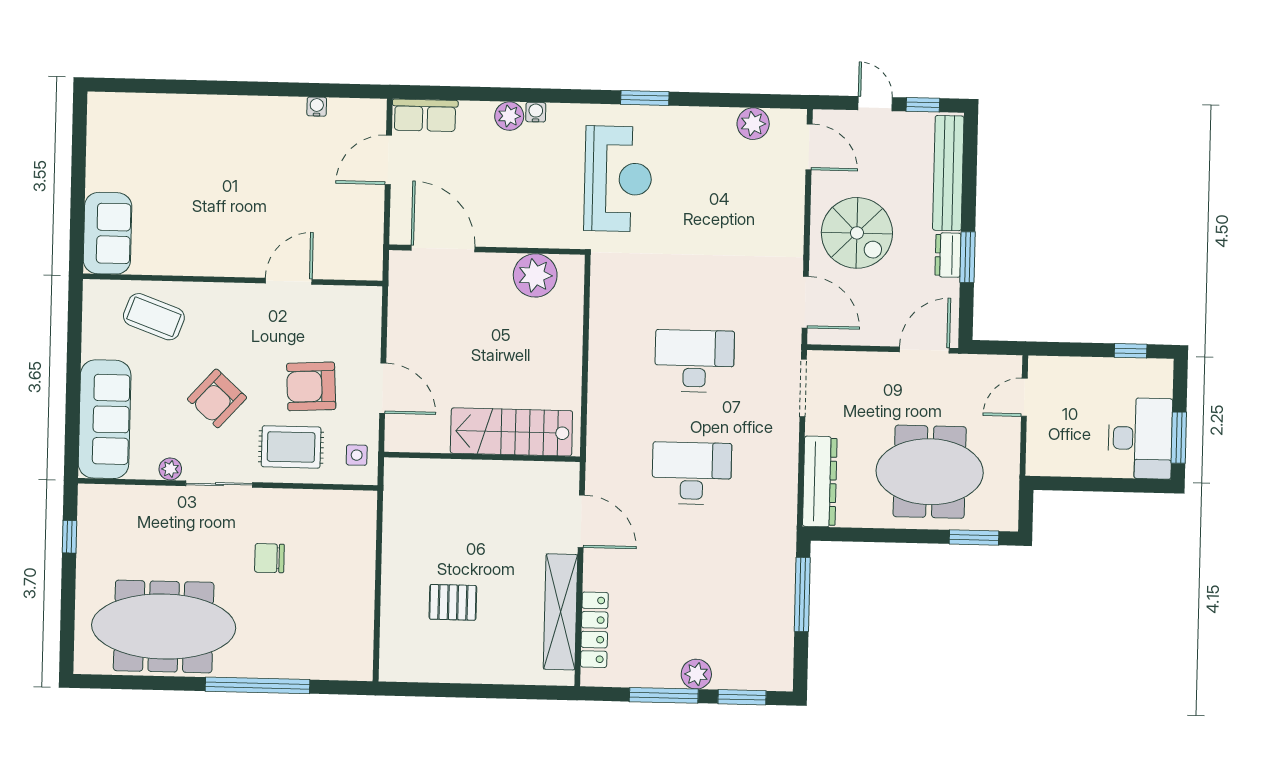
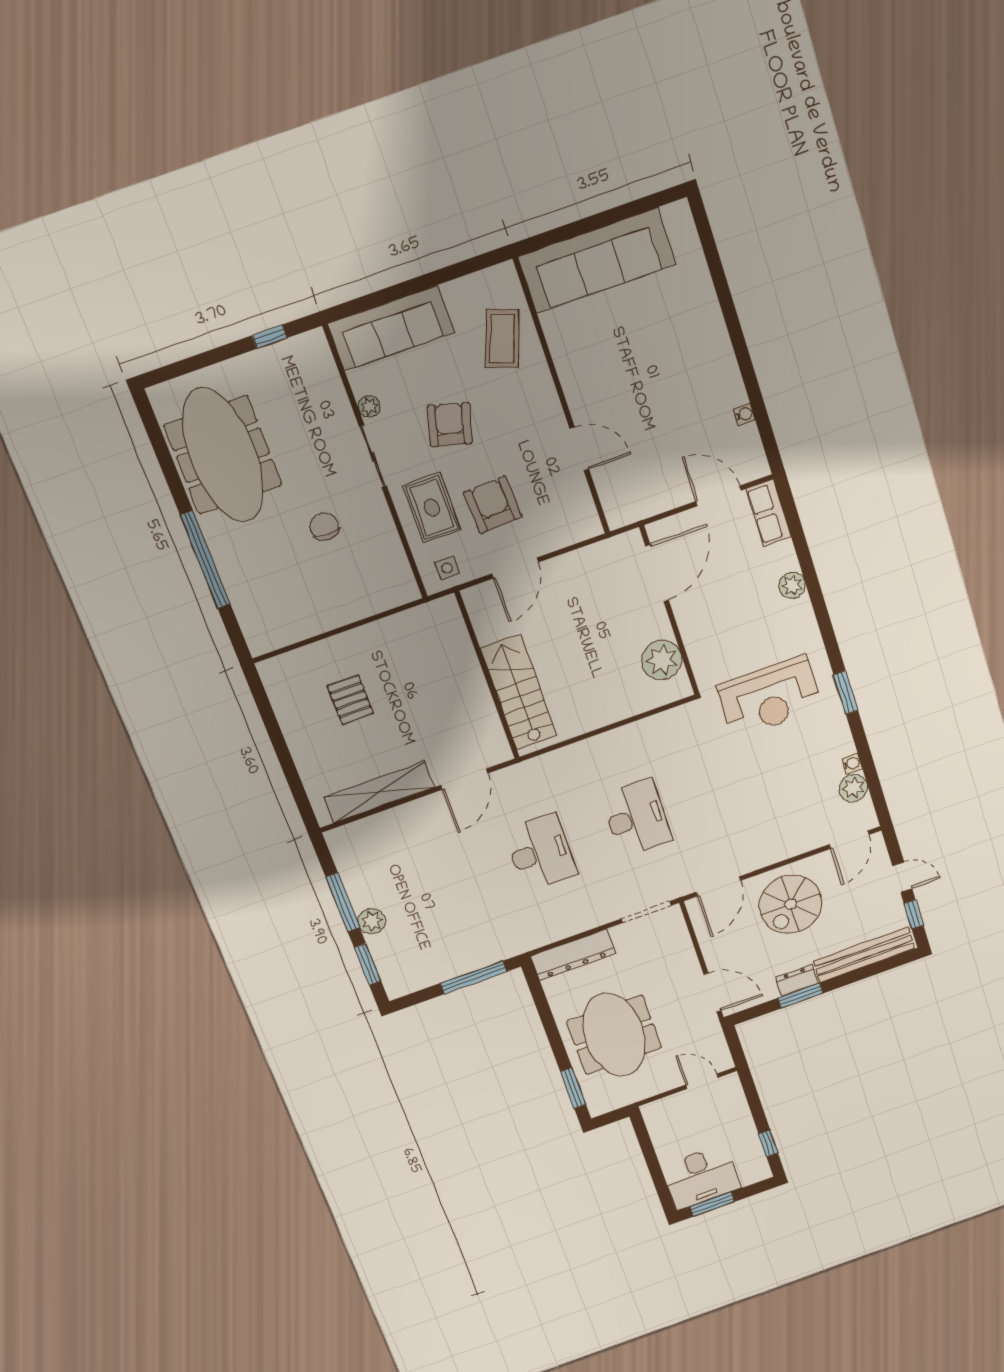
door: (875, 104) -> (902, 877), hinge flipped
water cooler: (536, 112) -> (852, 764), moved
sofa: (107, 233) -> (597, 261), width x1.85, depth x1.27
armchair: (217, 398) -> (450, 425), turned 63
locker: (594, 630) -> (375, 826), removed

